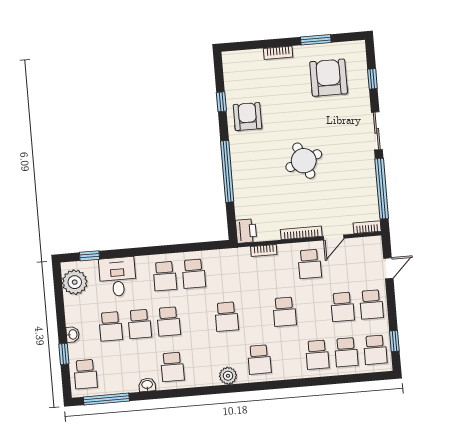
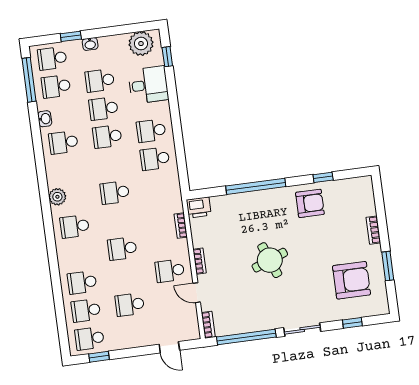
bookcase: (301, 233) -> (200, 261), width x0.64
school desk: (371, 304) -> (56, 86), moved

